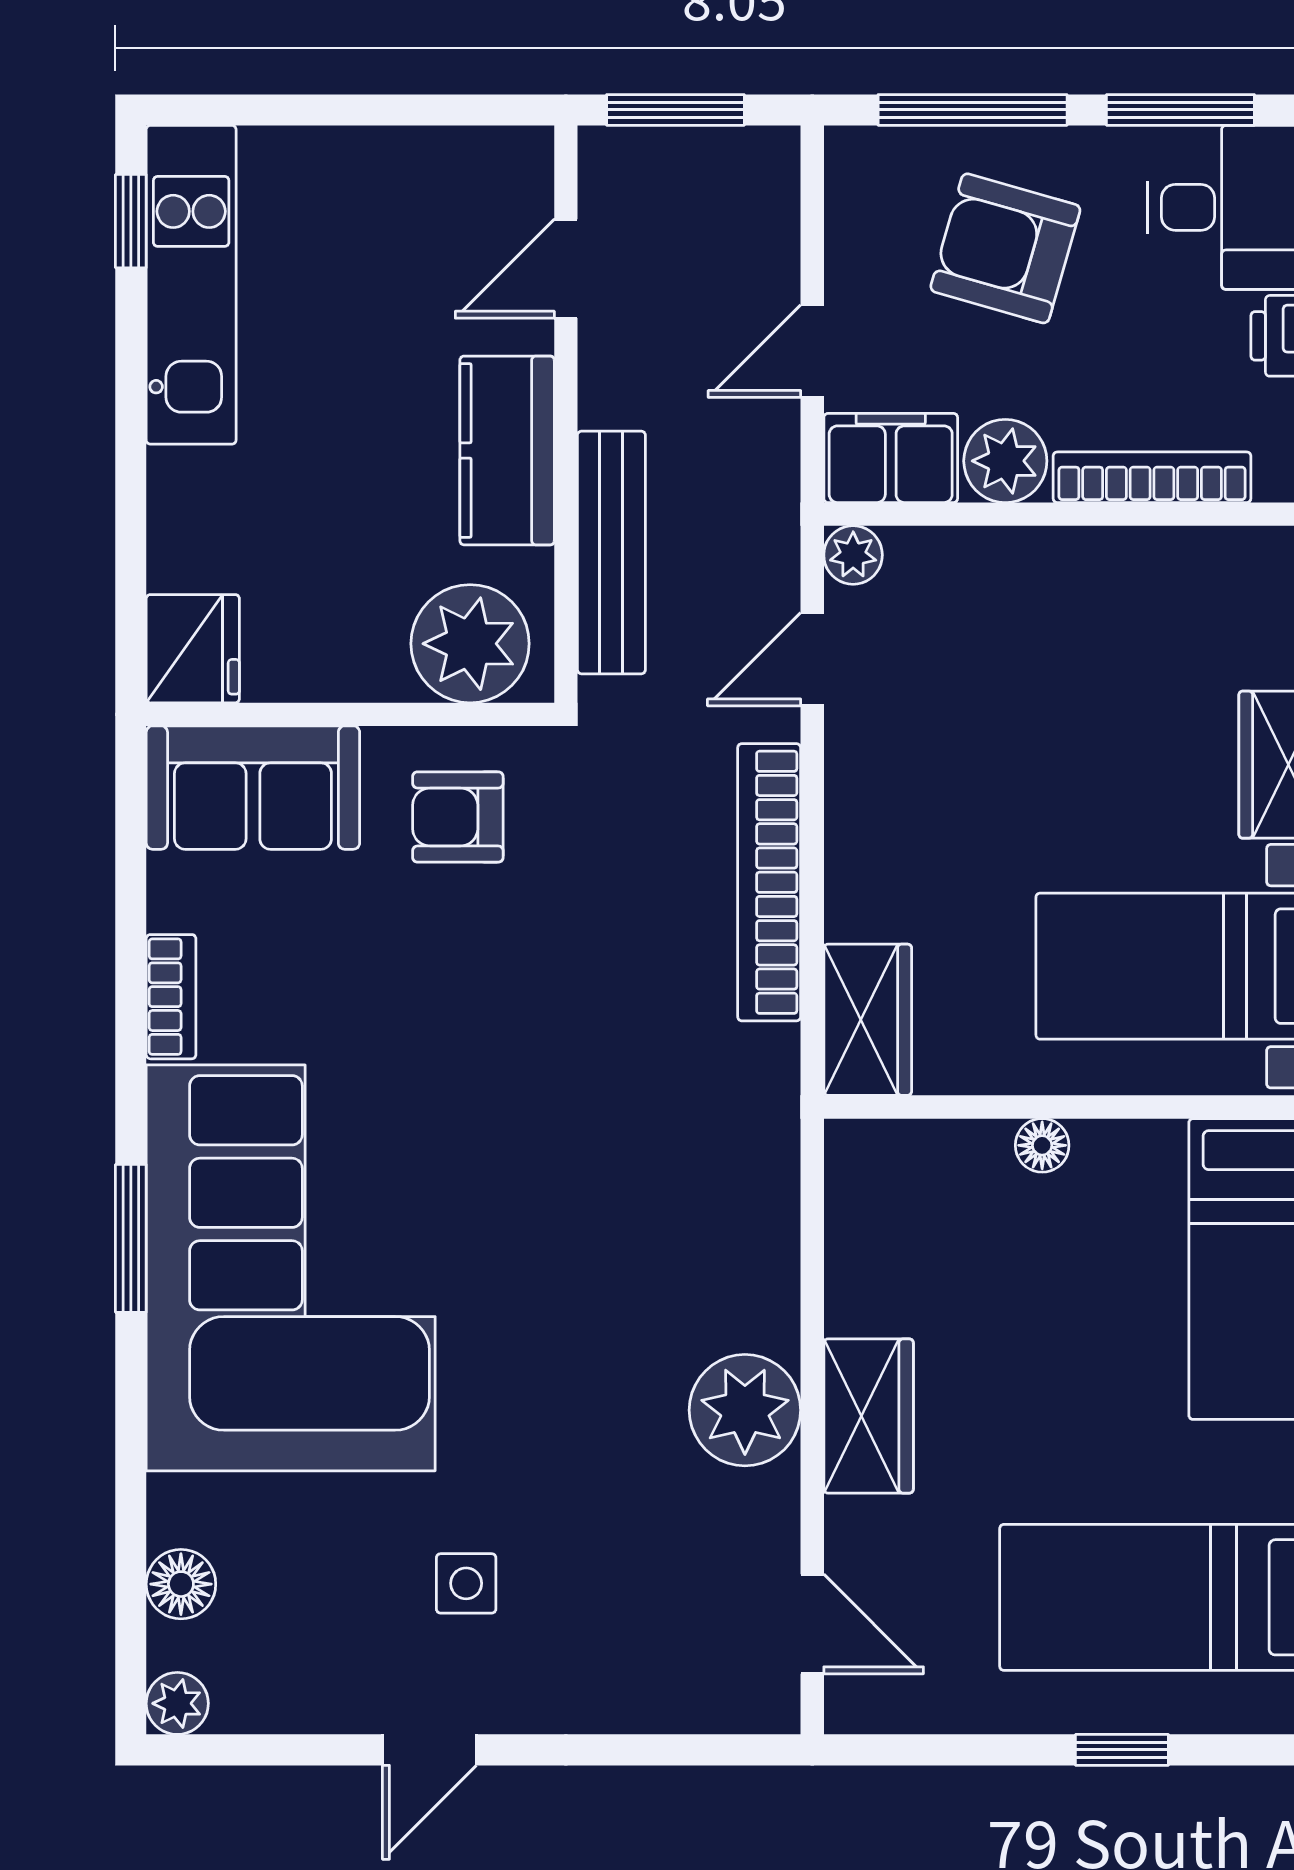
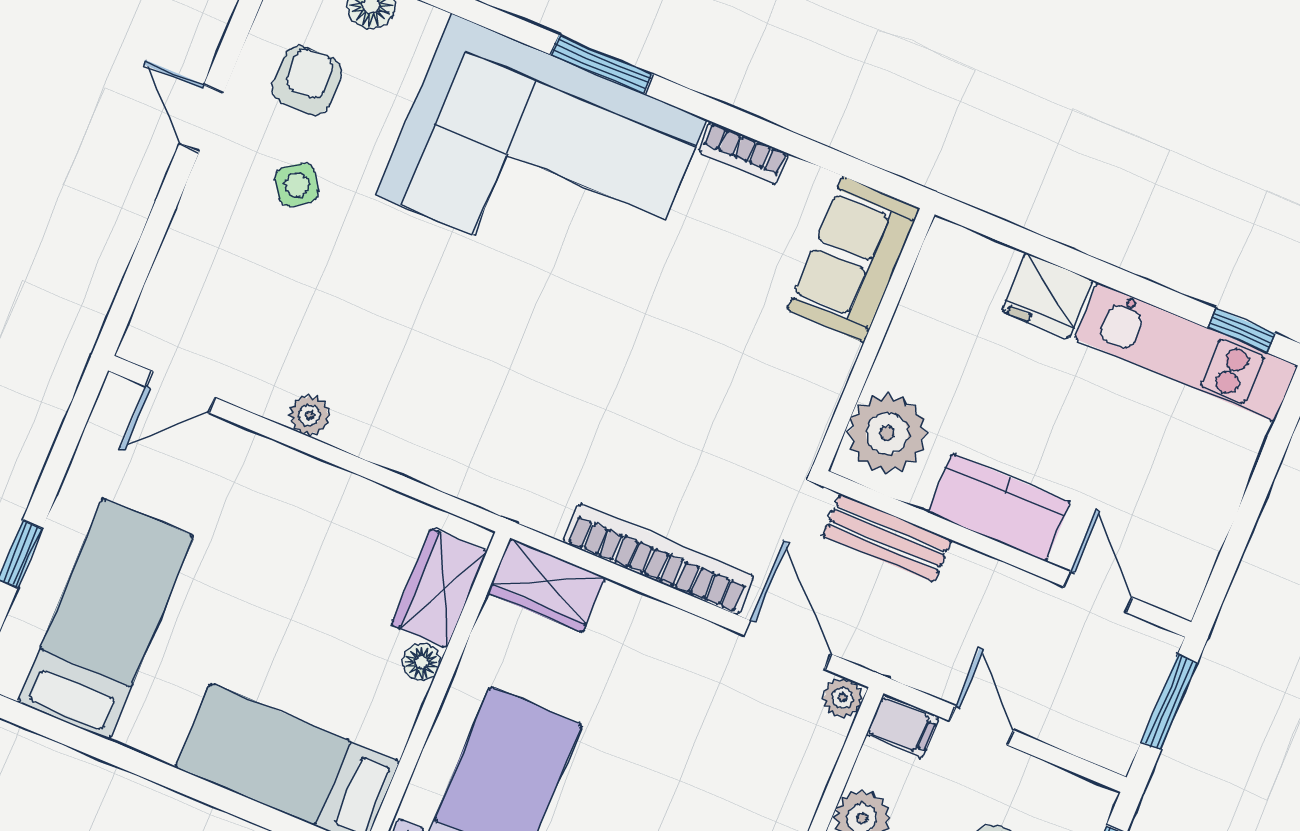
filing cabinet: (891, 458) -> (903, 726), width x0.50
bench: (611, 552) -> (887, 538), width x0.73
fridge: (193, 649) -> (1047, 296), moved
door: (812, 659) -> (788, 645), width x1.37
armchair: (458, 817) -> (307, 80), moved
plant: (745, 1410) -> (310, 415), width x0.53, depth x0.53
wardrobe: (869, 1416) -> (439, 588), moved, turned 90
side table: (466, 1583) -> (297, 185), turned -35

